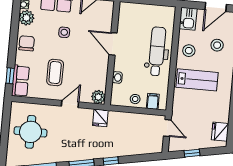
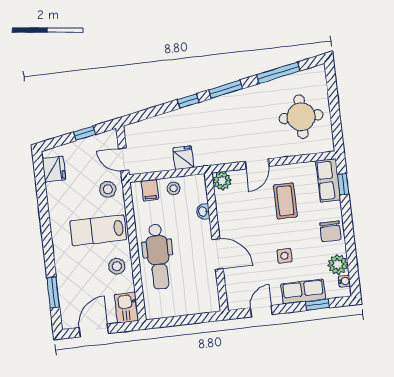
stool: (217, 45) -> (108, 189), moved
fridge: (100, 118) -> (183, 158), moved

